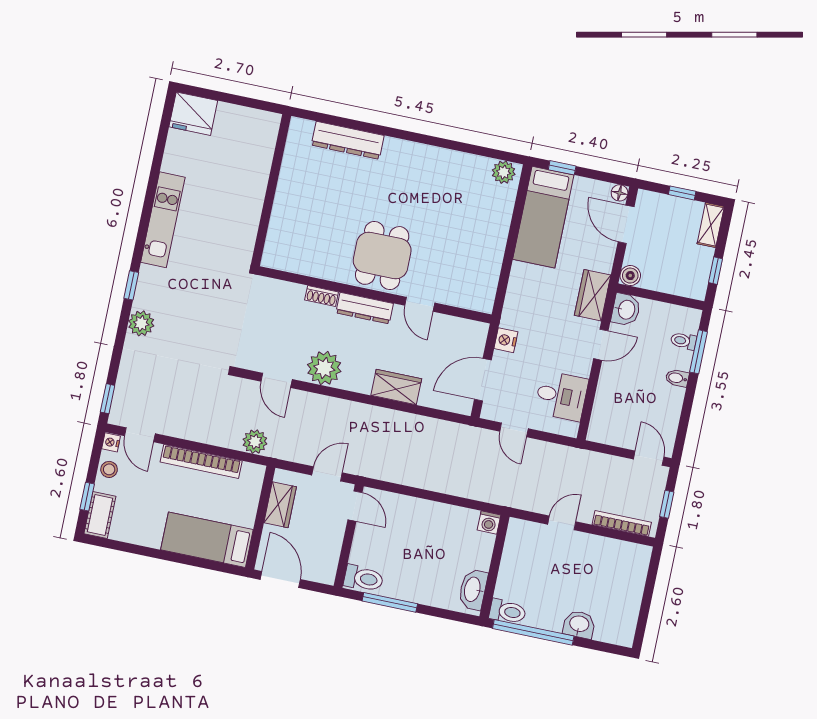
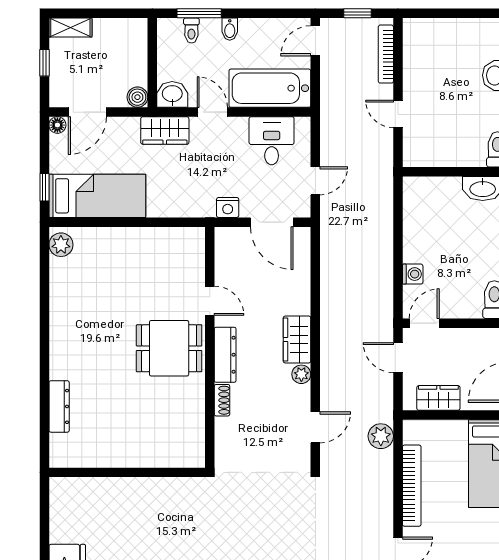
dresser: (348, 140) -> (59, 406), width x0.73, depth x0.80
window: (716, 271) -> (115, 13), removed
door: (420, 304) -> (210, 301), hinge flipped
plant: (324, 368) -> (301, 374), width x0.53, depth x0.53
wardrobe: (396, 387) -> (297, 339), moved
bathtub: (612, 405) -> (270, 88), added
washing machine: (489, 523) -> (413, 274), moved

